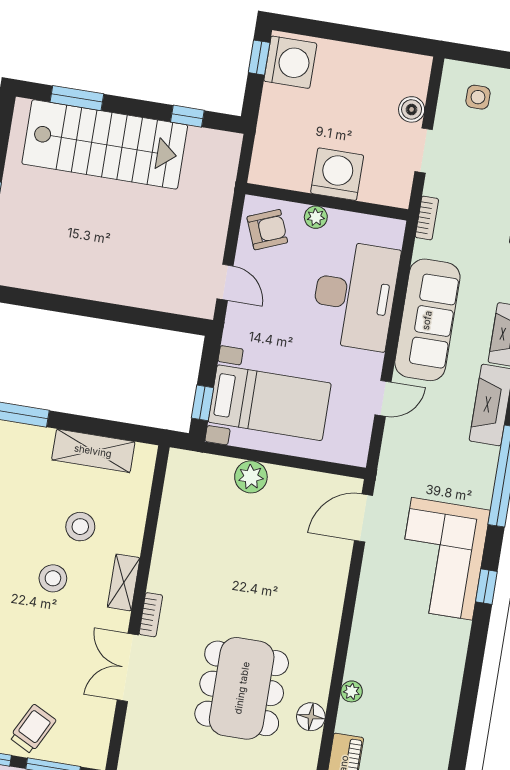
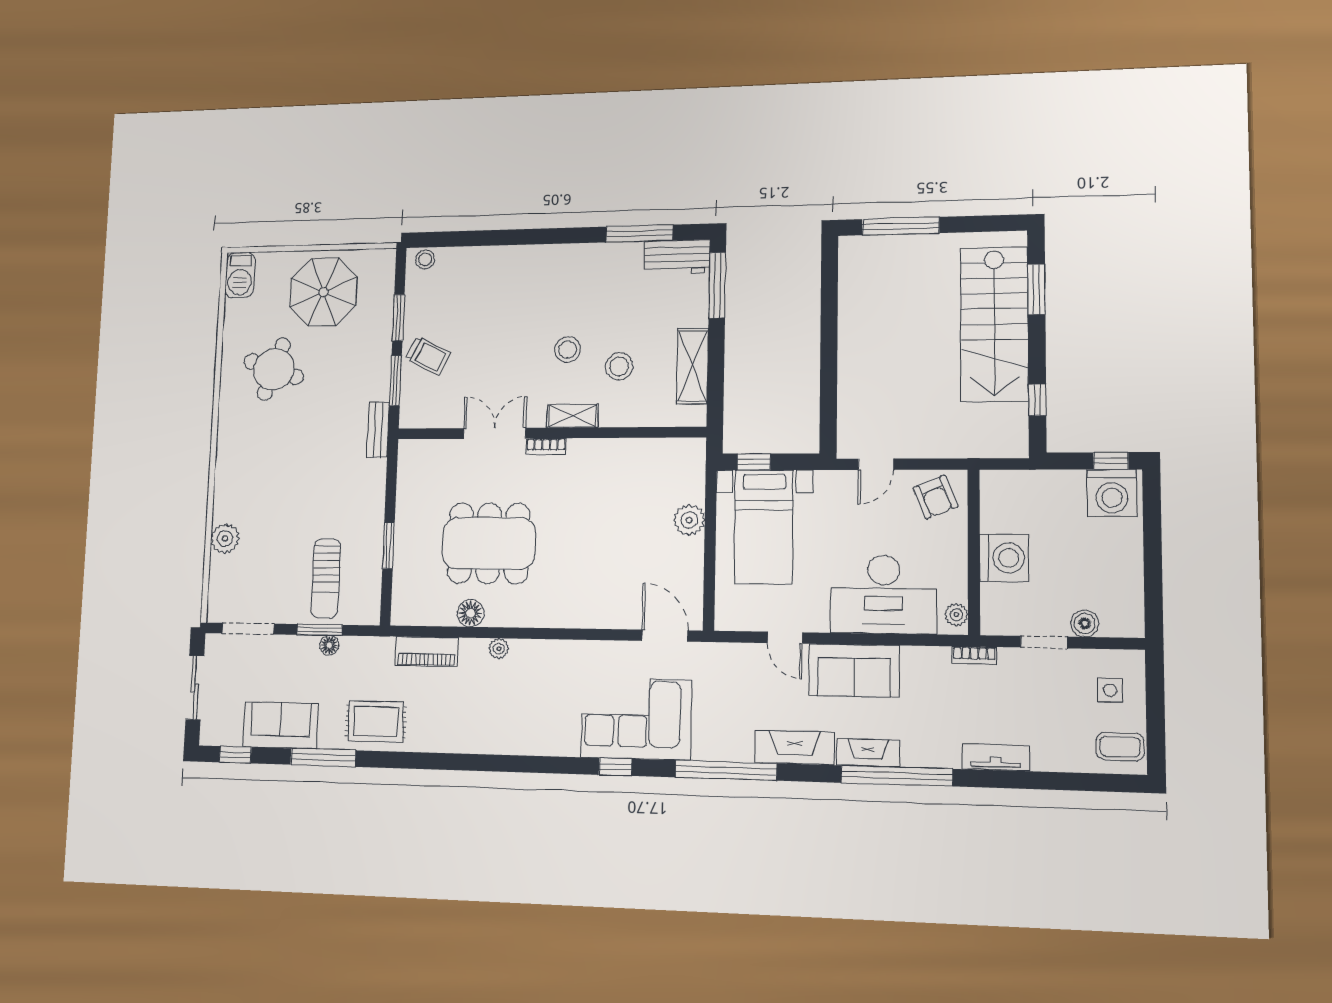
plant: (316, 217) -> (956, 615), moved
sofa: (427, 320) -> (854, 670), width x0.73

